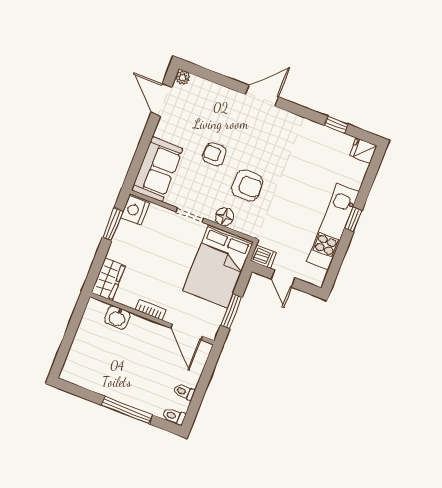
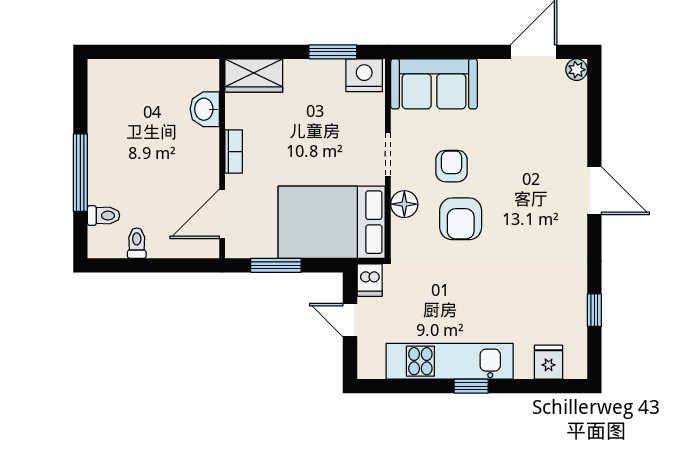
fridge: (363, 150) -> (549, 362), moved
armchair: (214, 154) -> (452, 166), moved
door: (283, 278) -> (350, 320), hinge flipped
toilet: (174, 416) -> (103, 216), moved, turned 90

